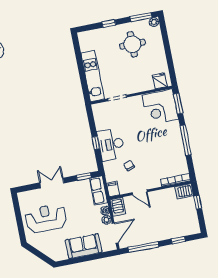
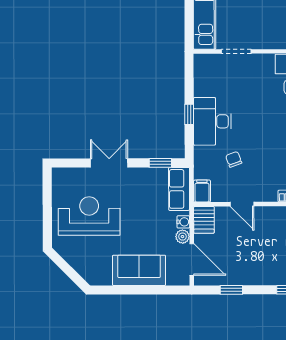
door: (115, 233) -> (192, 260), hinge flipped
window: (143, 247) -> (231, 290), width x0.46

